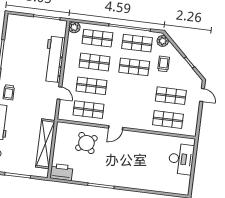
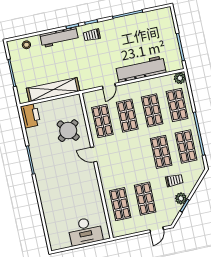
plant: (163, 41) -> (181, 198), moved

